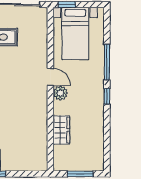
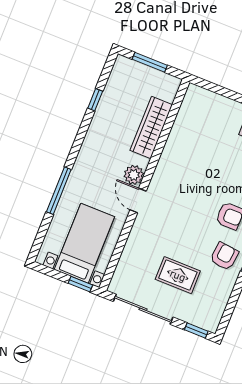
window: (107, 96) -> (95, 100), moved
wardrobe: (61, 130) -> (151, 128), width x1.50

